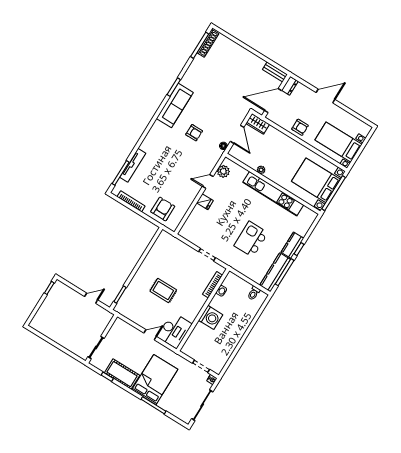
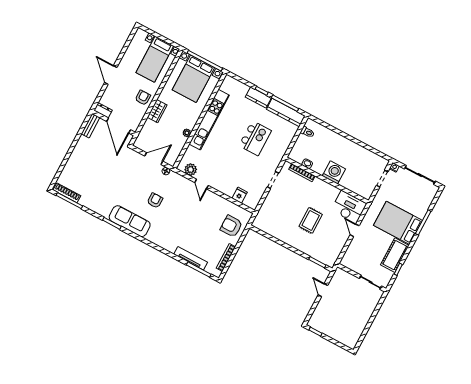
wardrobe: (258, 124) -> (157, 111), moved
fridge: (205, 202) -> (240, 195), moved
kitchen island: (251, 239) -> (255, 138), turned -90

